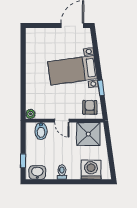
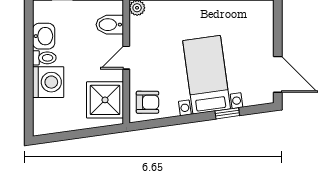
window: (101, 88) -> (227, 113), moved
washing machine: (91, 170) -> (48, 82), moved
washbasin: (37, 172) -> (44, 36), moved

